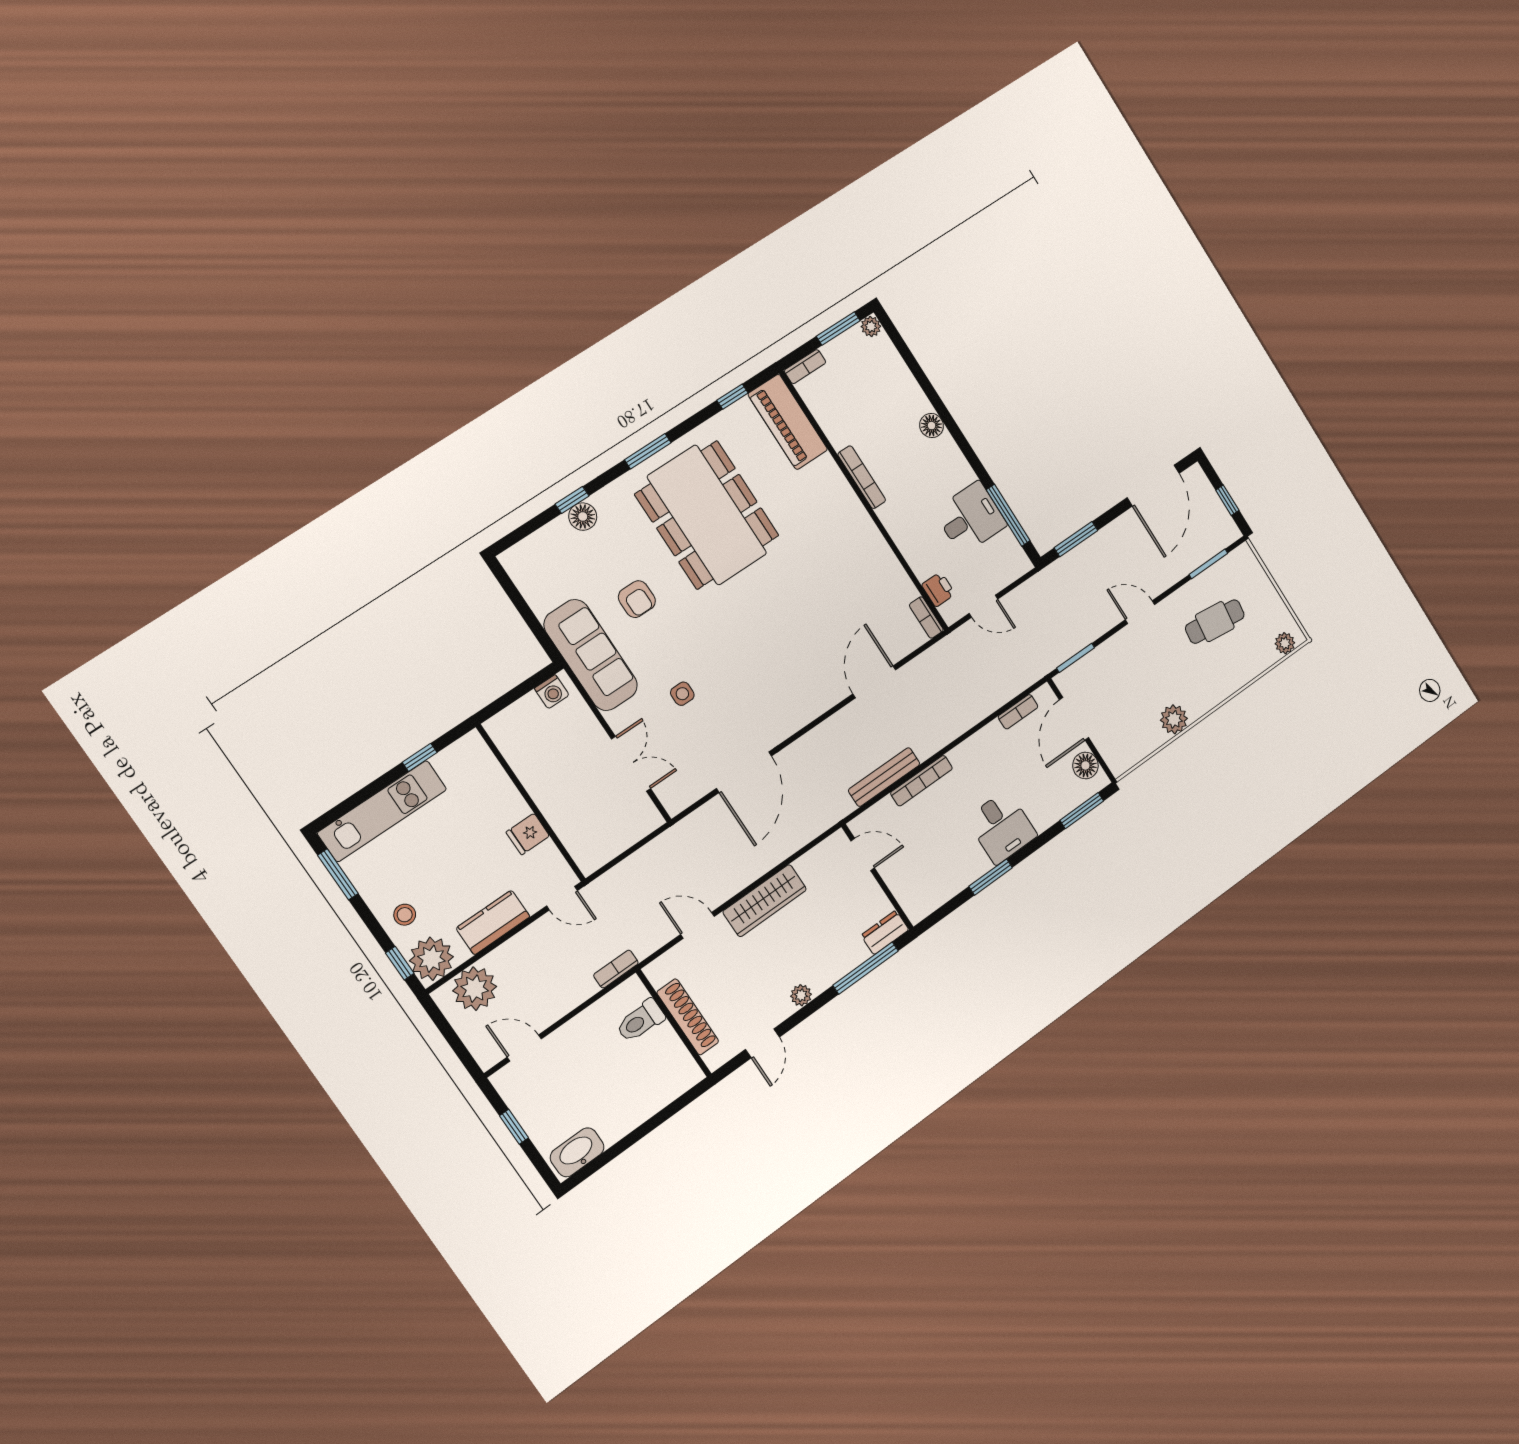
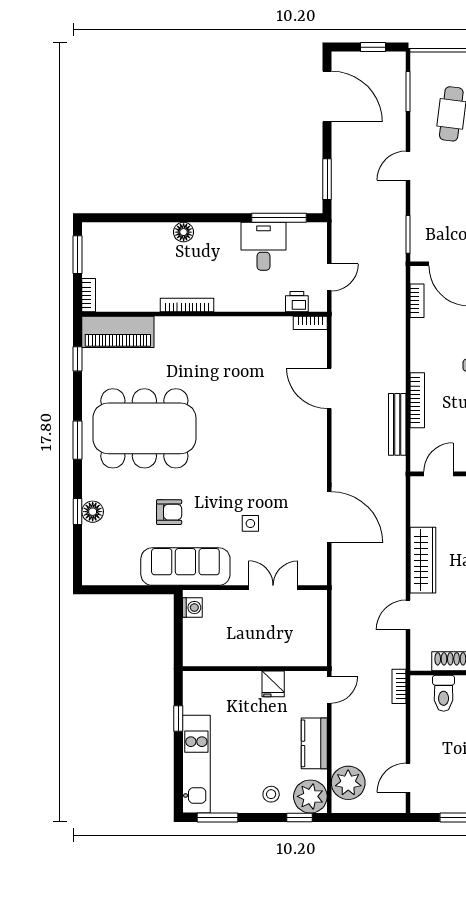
plant: (871, 326) -> (90, 230), removed

